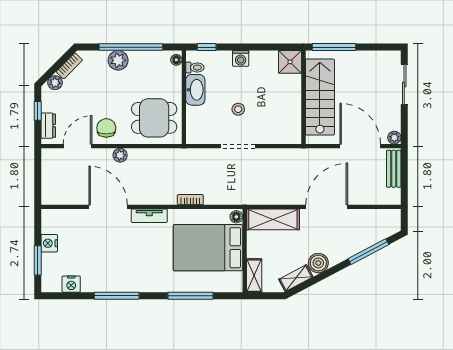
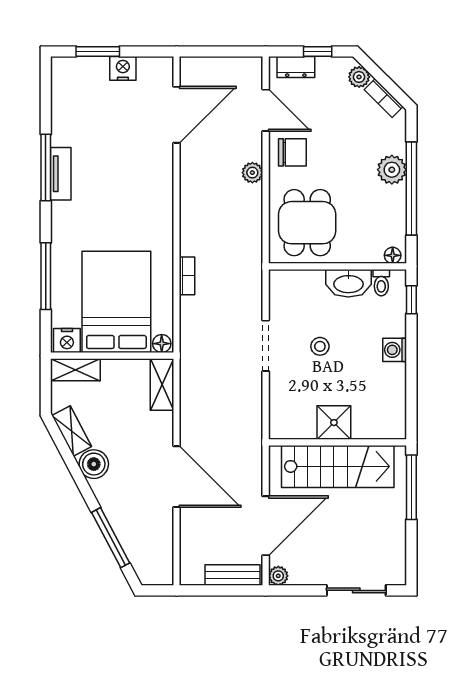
shower: (290, 62) -> (334, 423), moved
door: (108, 207) -> (177, 115), moved
tv unit: (149, 216) -> (61, 174), moved, turned 180
shelving: (273, 219) -> (162, 384), width x0.67, depth x0.75
nightstand: (71, 284) -> (67, 340), moved, turned -90

